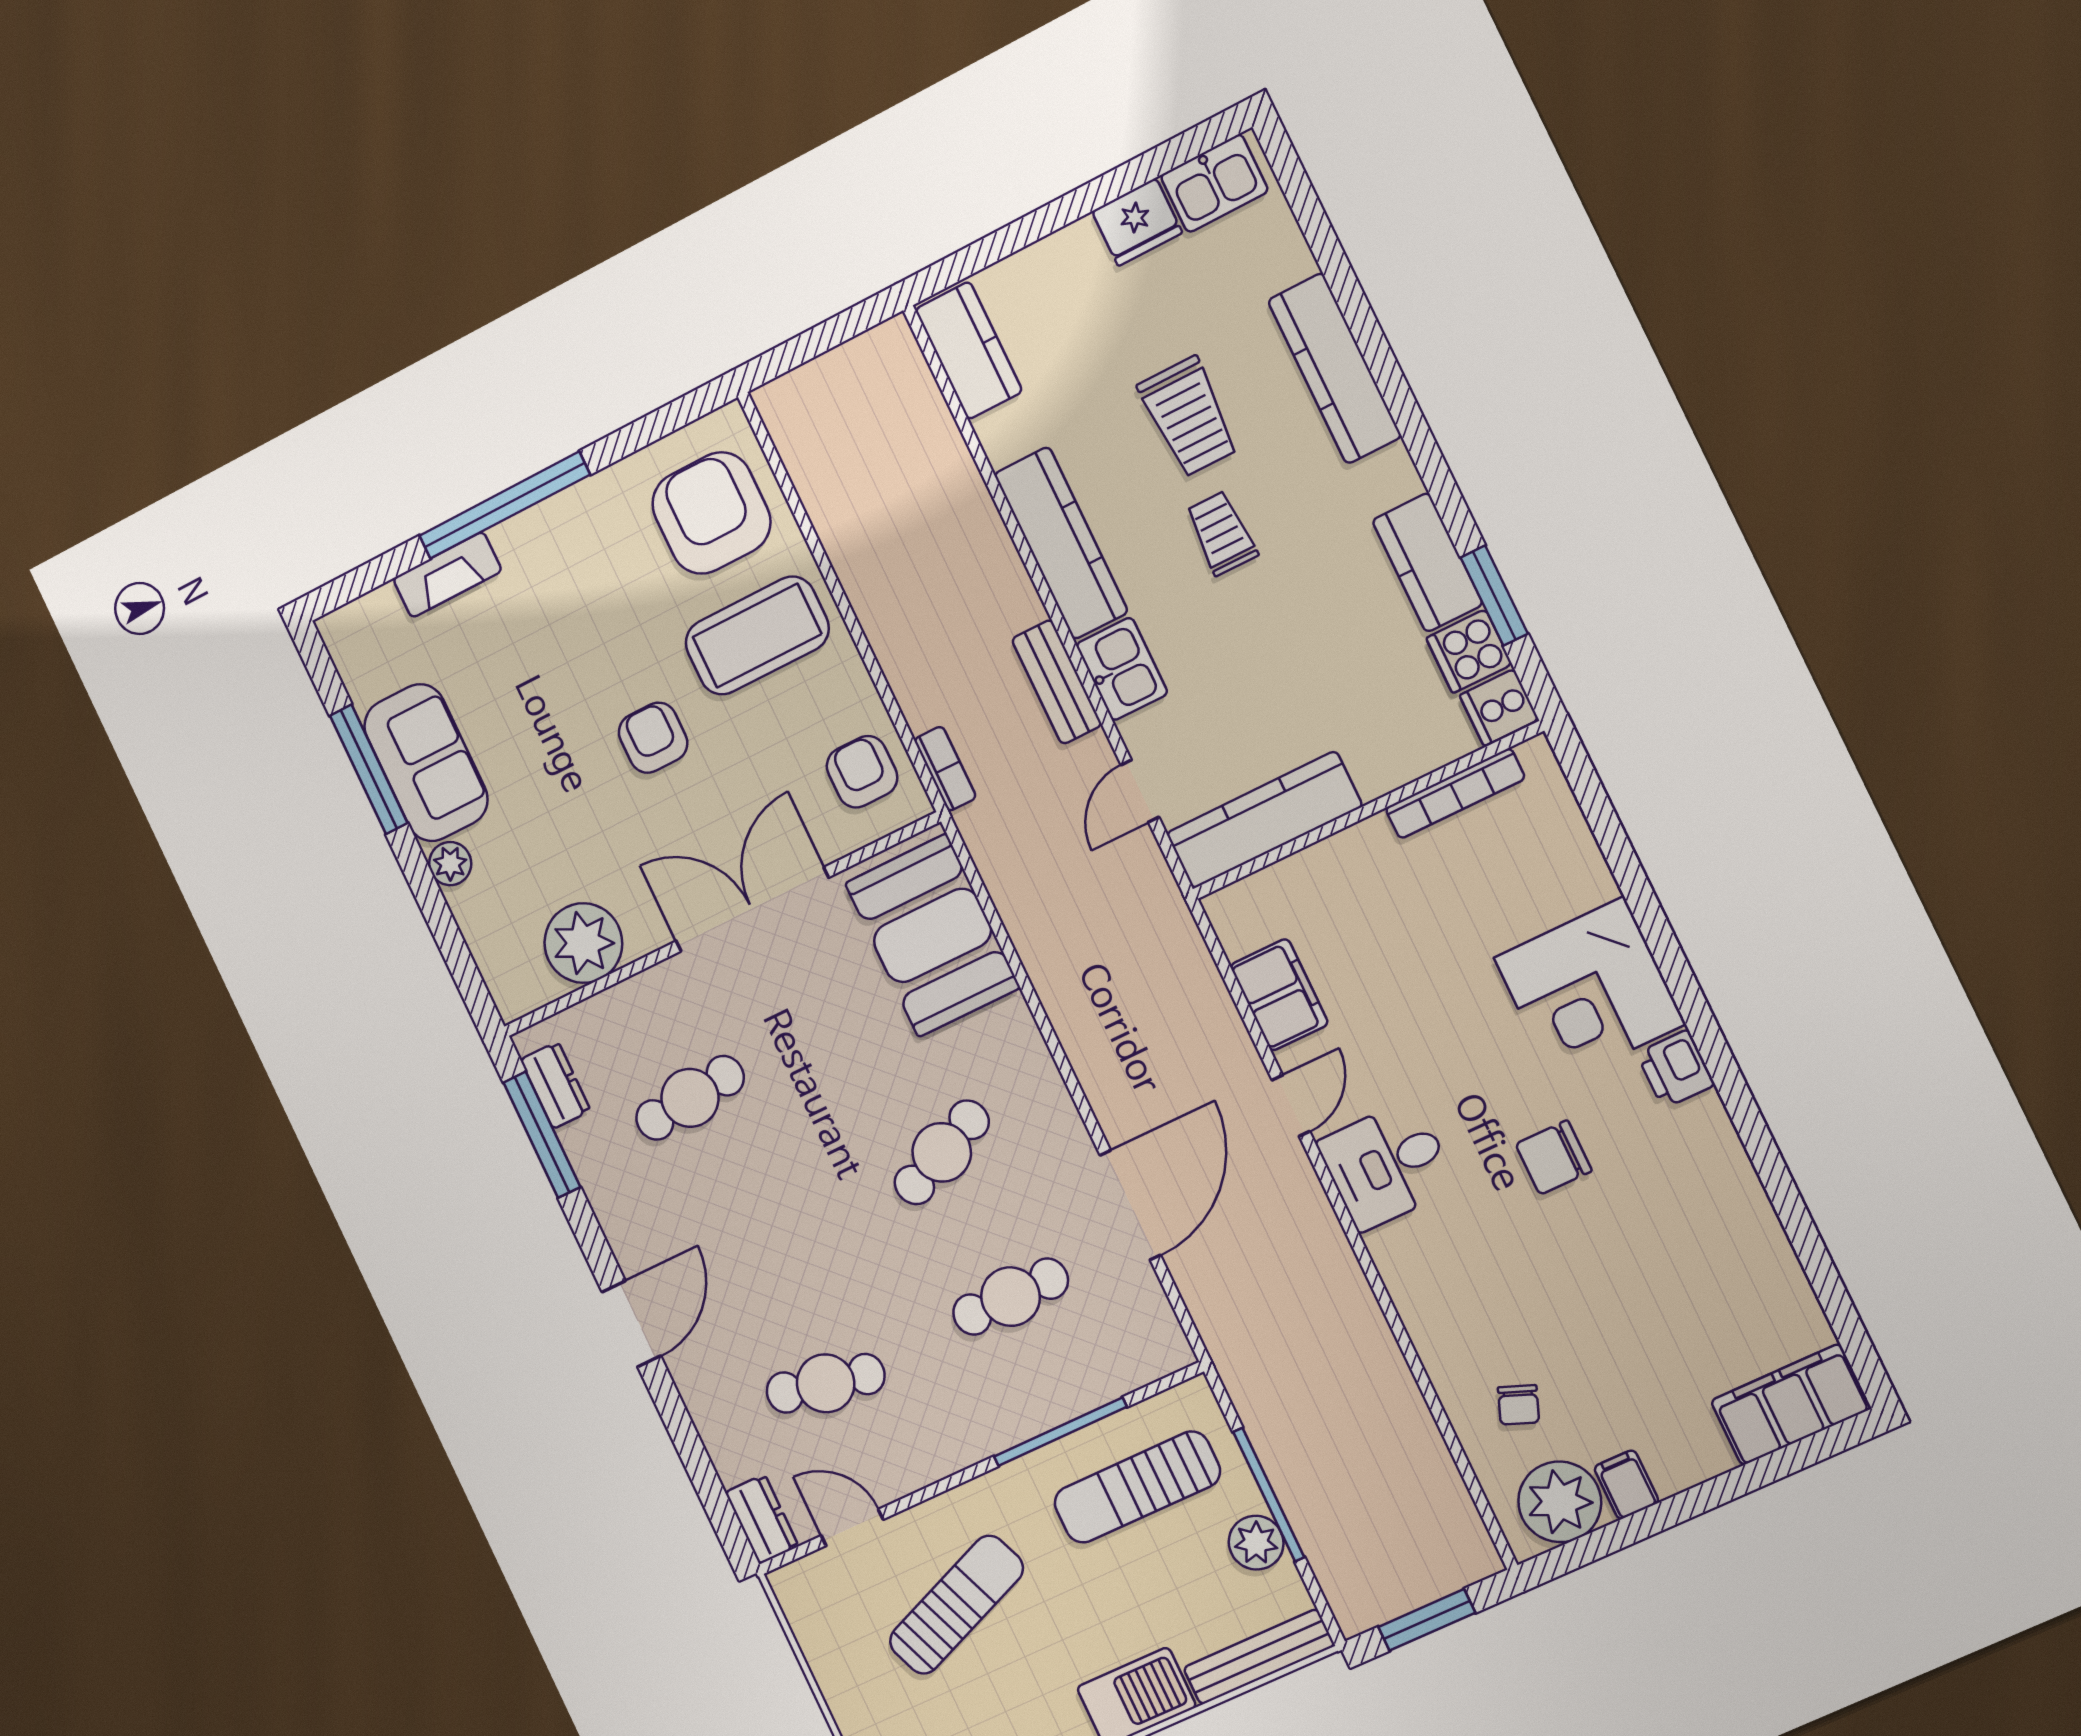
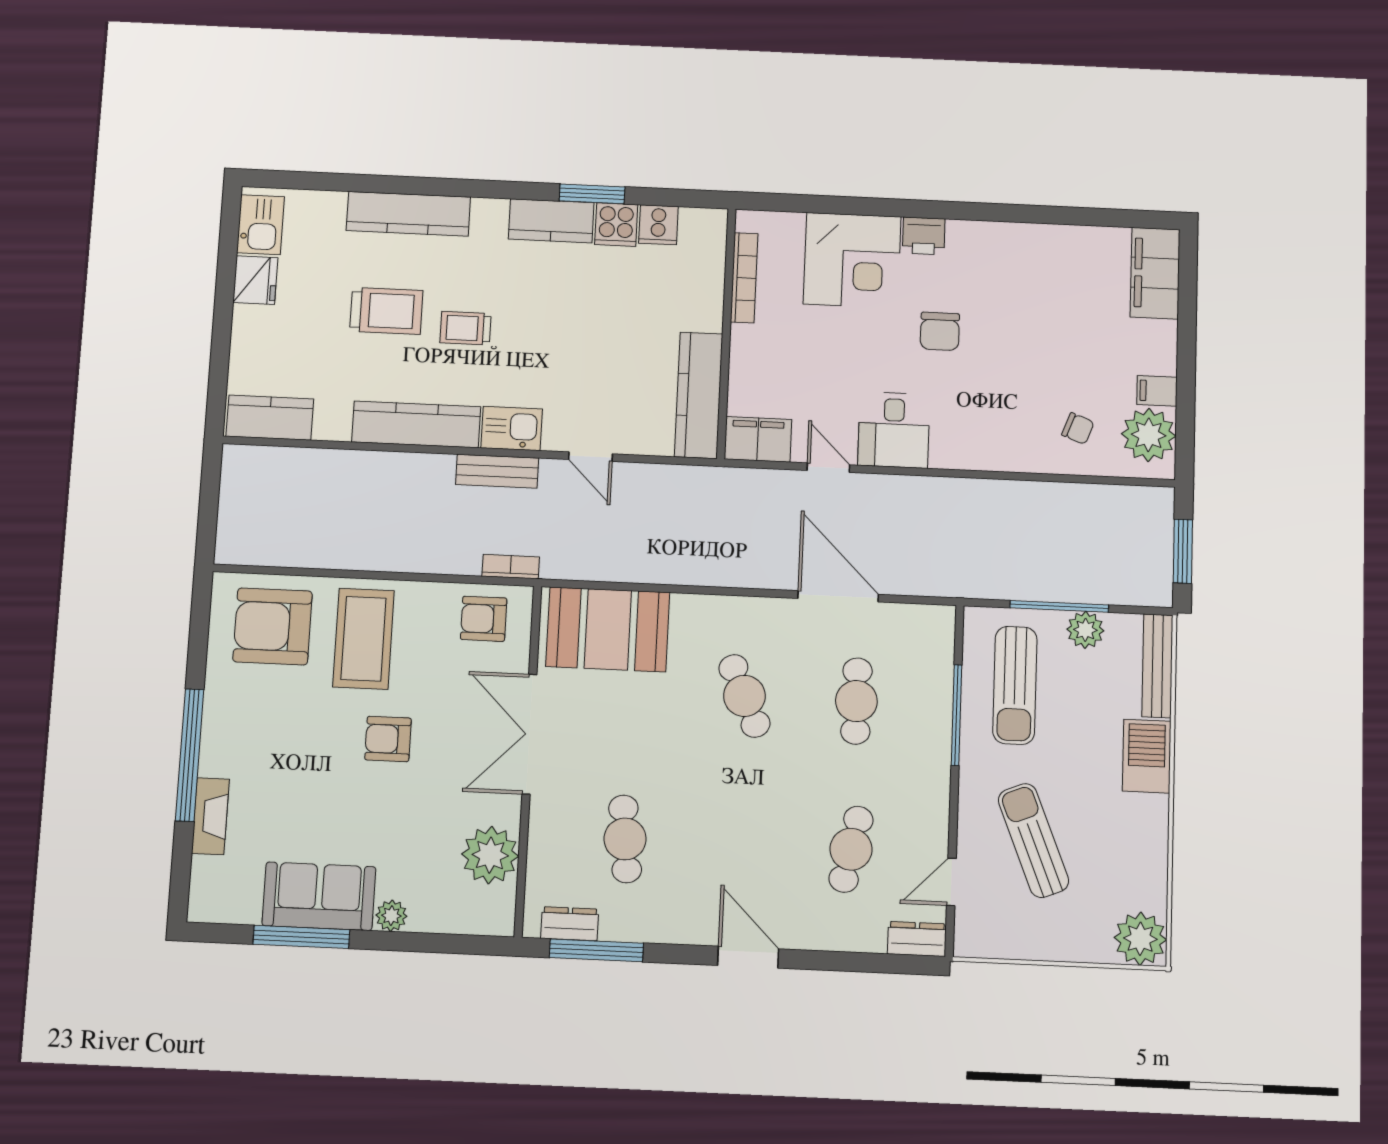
bookcase: (1455, 793) -> (744, 278), moved
wall: (1367, 811) -> (726, 333), moved
kitchen counter: (1264, 820) -> (699, 395), moved

